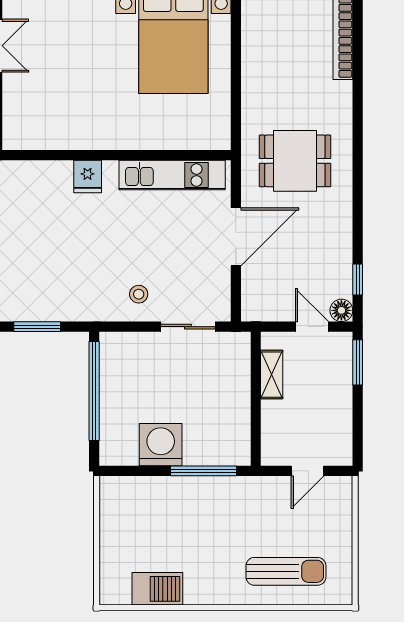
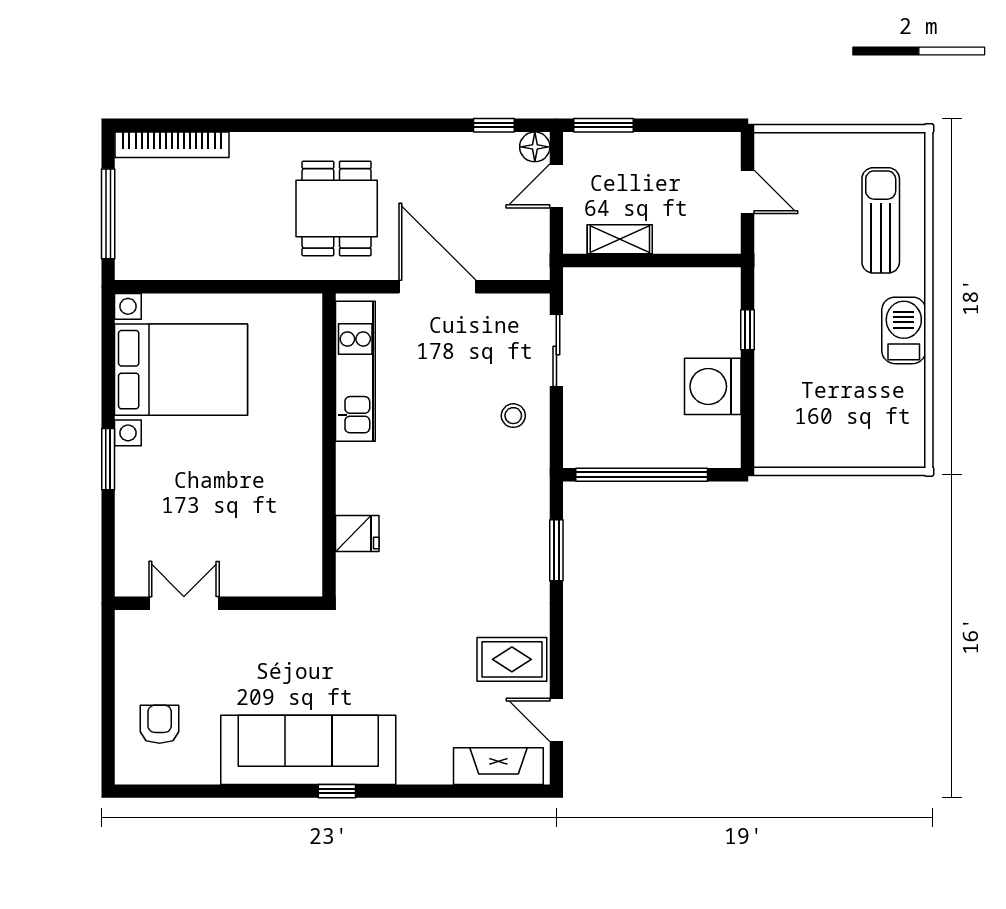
fridge: (88, 176) -> (357, 534), moved
window: (203, 471) -> (748, 330), width x0.46
barbecue: (157, 589) -> (904, 330), moved

